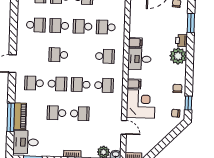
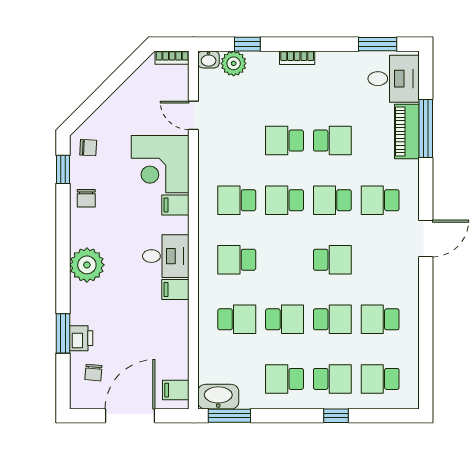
printer: (181, 41) -> (81, 338), moved
school desk: (34, 83) -> (380, 200), turned 180
school desk: (81, 85) -> (285, 200), turned 180

